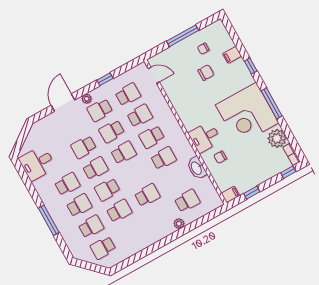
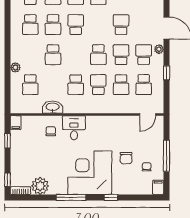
filing cabinet: (232, 55) -> (158, 187), moved
corner desk: (247, 114) -> (90, 173), moved
school desk: (95, 168) -> (30, 25), moved

